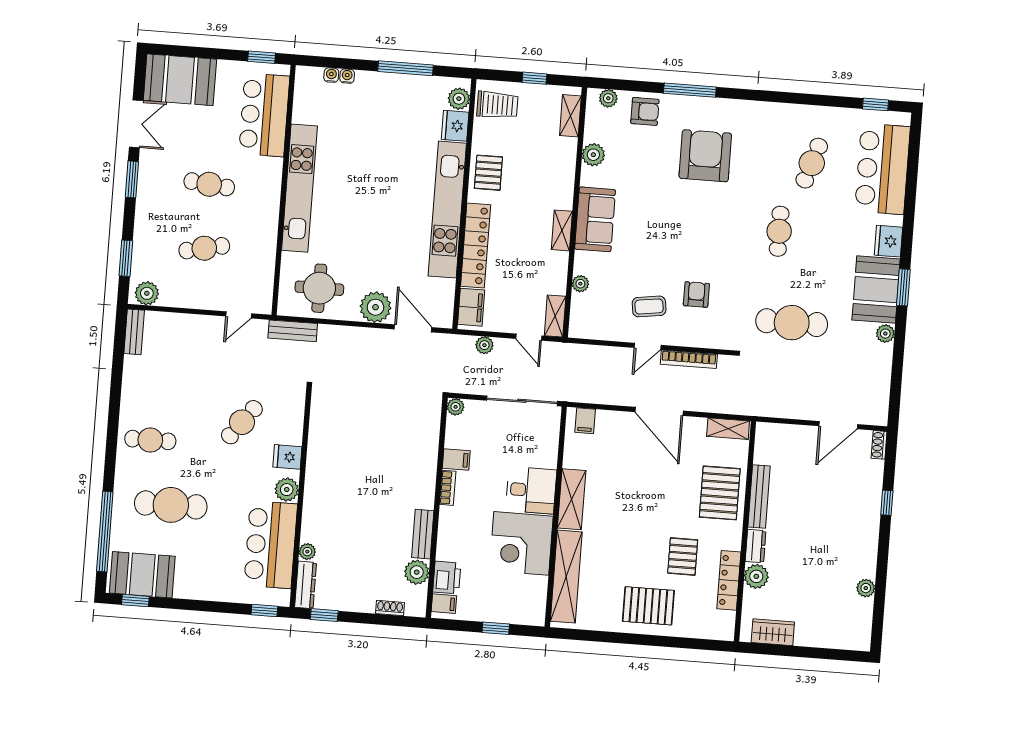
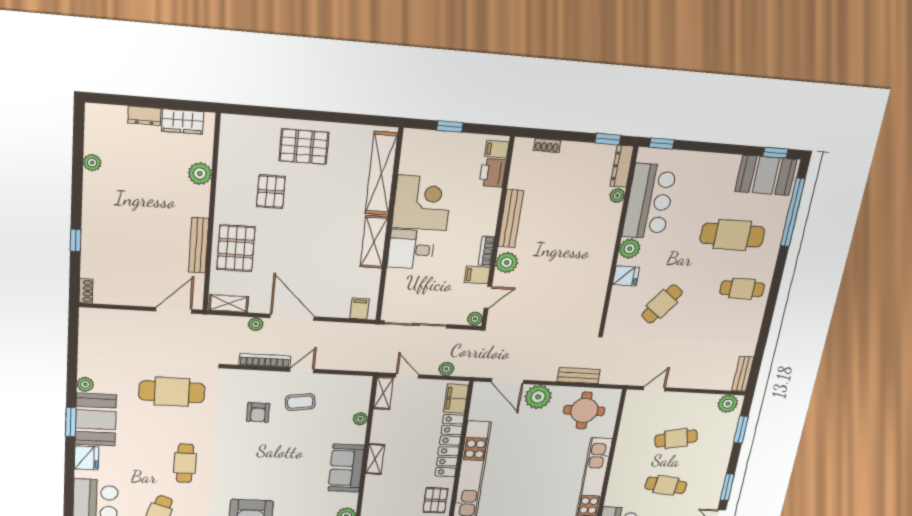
bench: (293, 331) -> (579, 376), moved
plant: (699, 404) -> (256, 324), added
door: (838, 425) -> (174, 310), moved
door: (442, 432) -> (488, 297), added
bench: (423, 534) -> (511, 219), width x1.36
dresser: (756, 546) -> (144, 116), moved, turned -90
plant: (417, 572) -> (507, 263), moved
locker: (729, 580) -> (226, 170), removed

